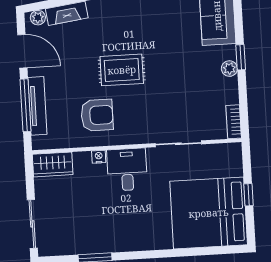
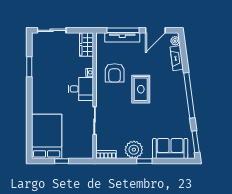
plant: (229, 69) -> (134, 150), width x1.88, depth x1.88
bed: (209, 213) -> (47, 136), width x0.73

